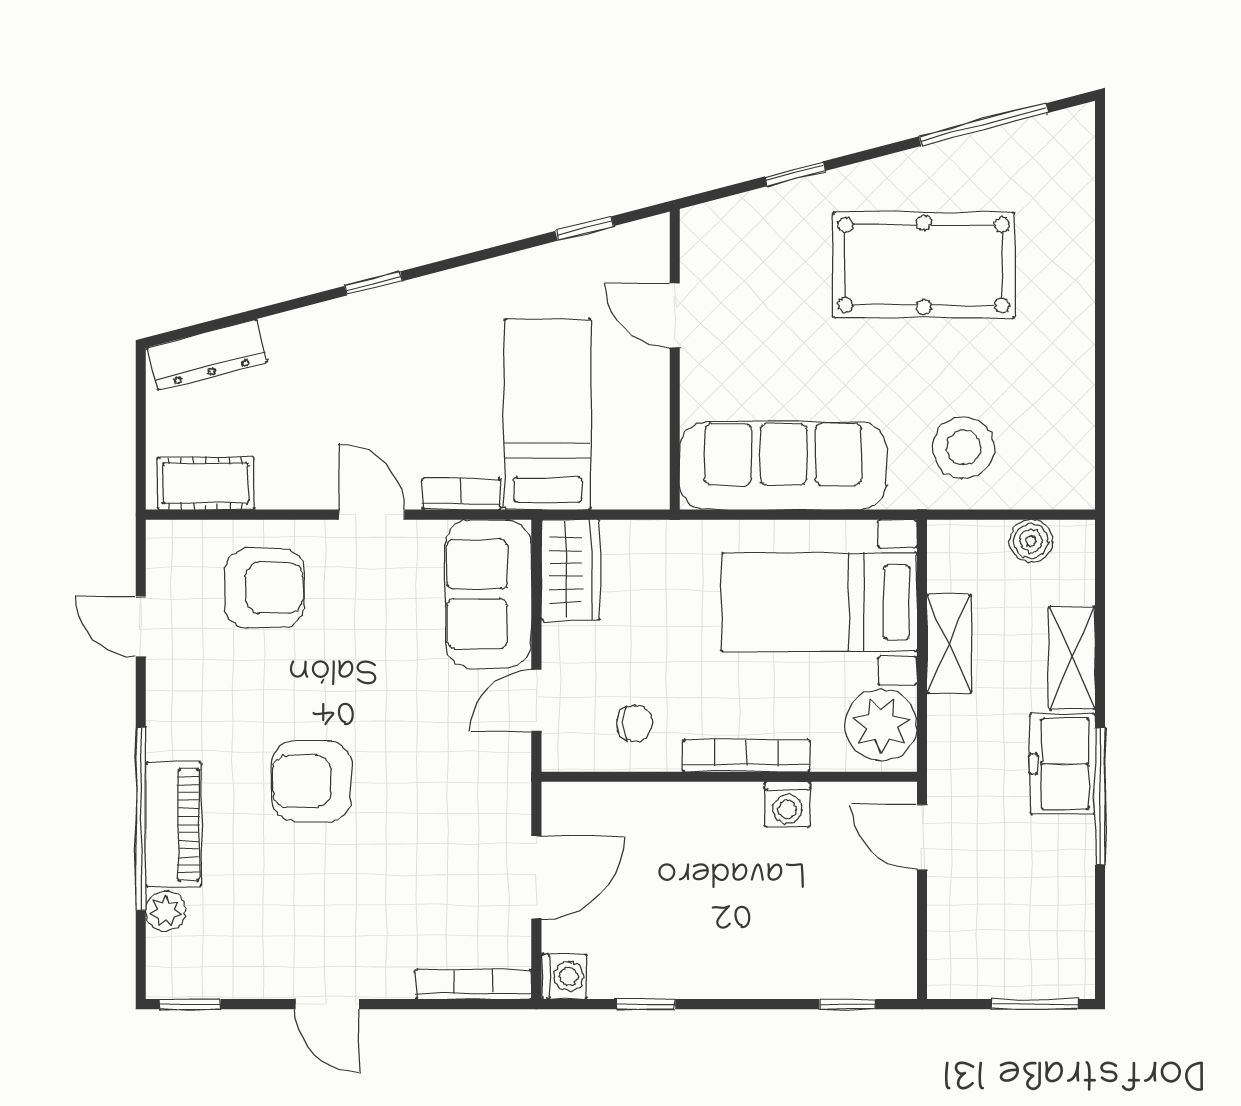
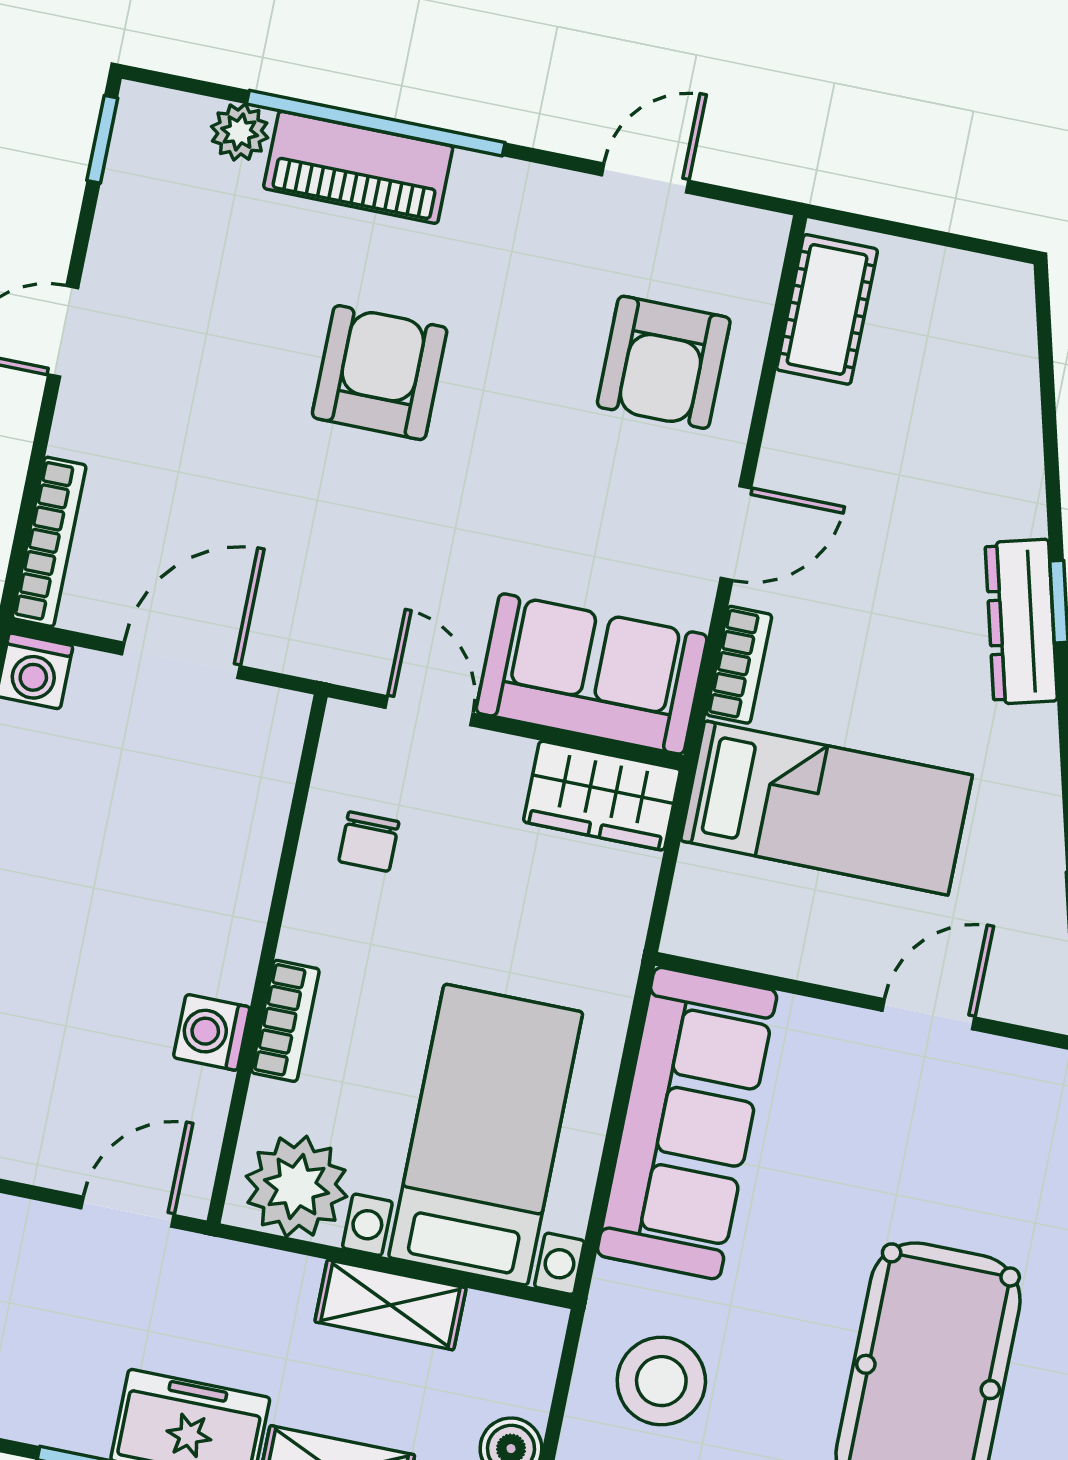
dresser: (207, 355) -> (1021, 622), moved
bookcase: (746, 756) -> (285, 1021), width x0.64
door: (536, 877) -> (181, 660), swing flipped

